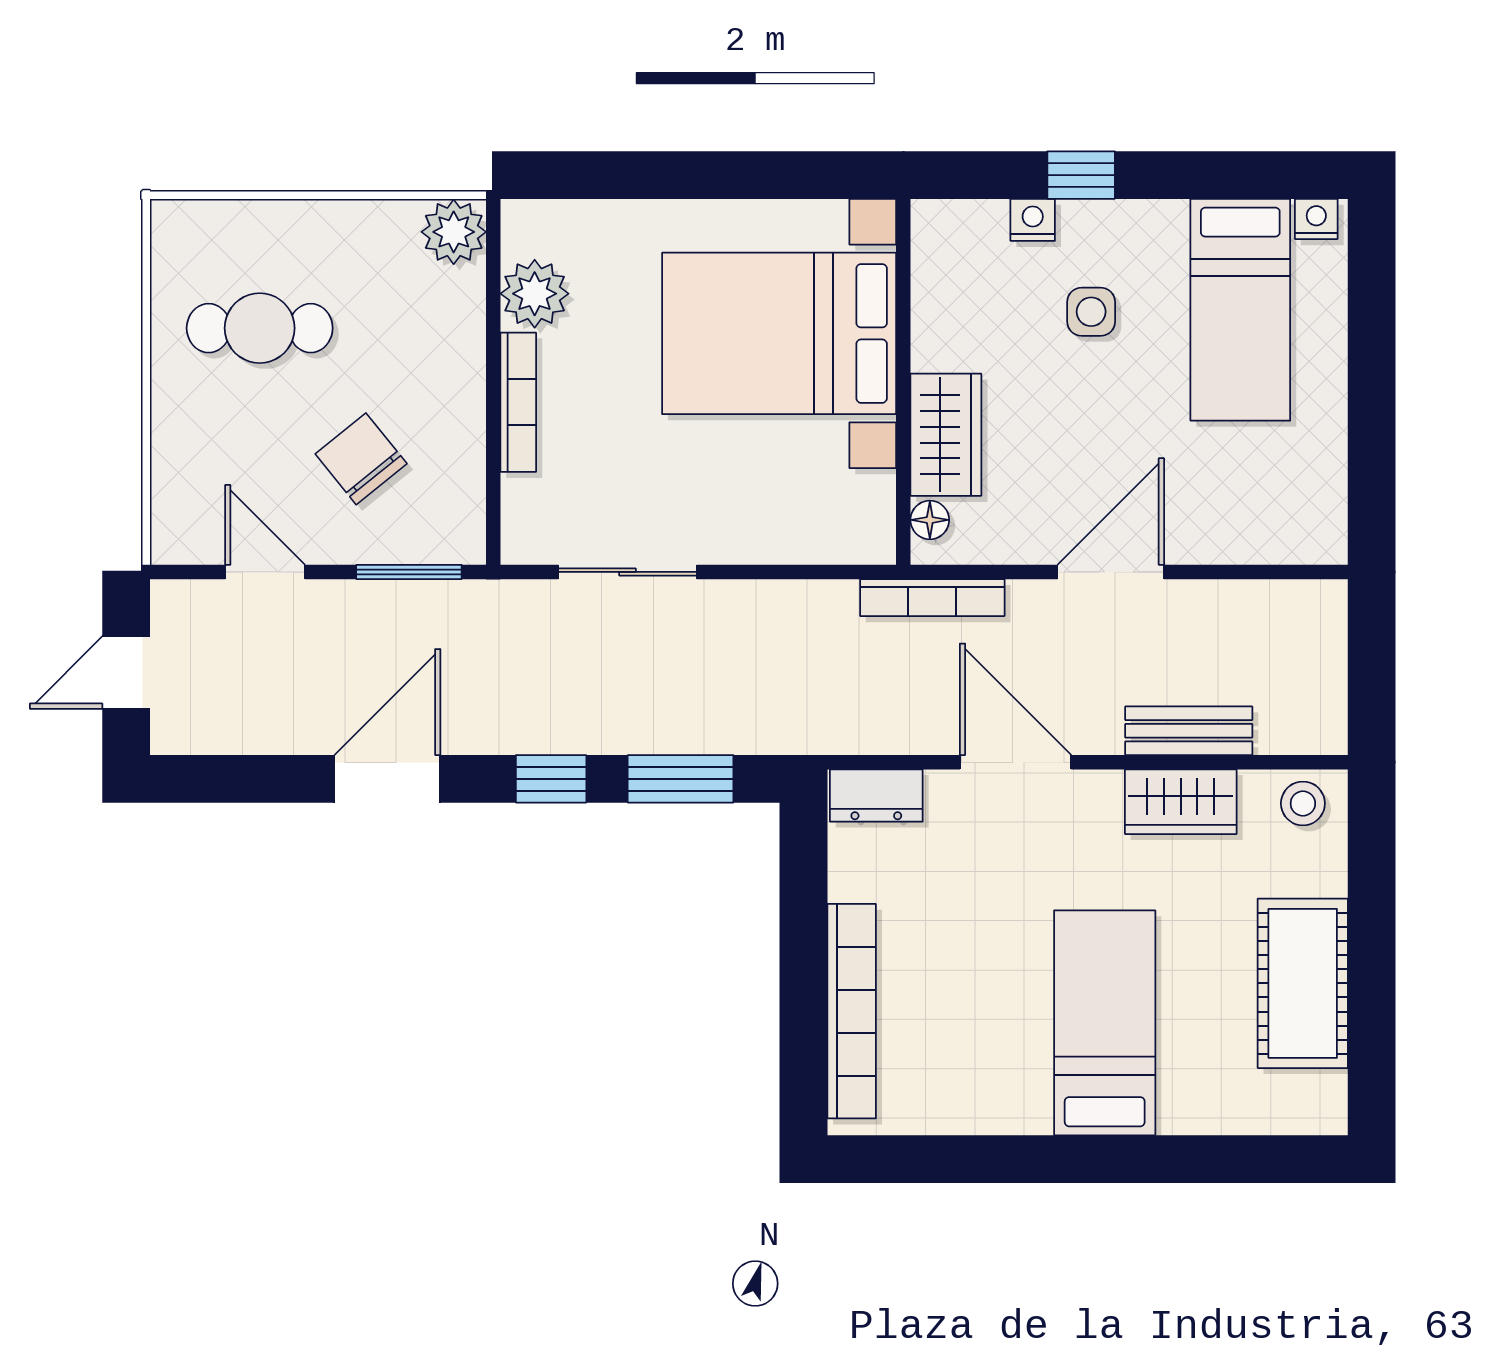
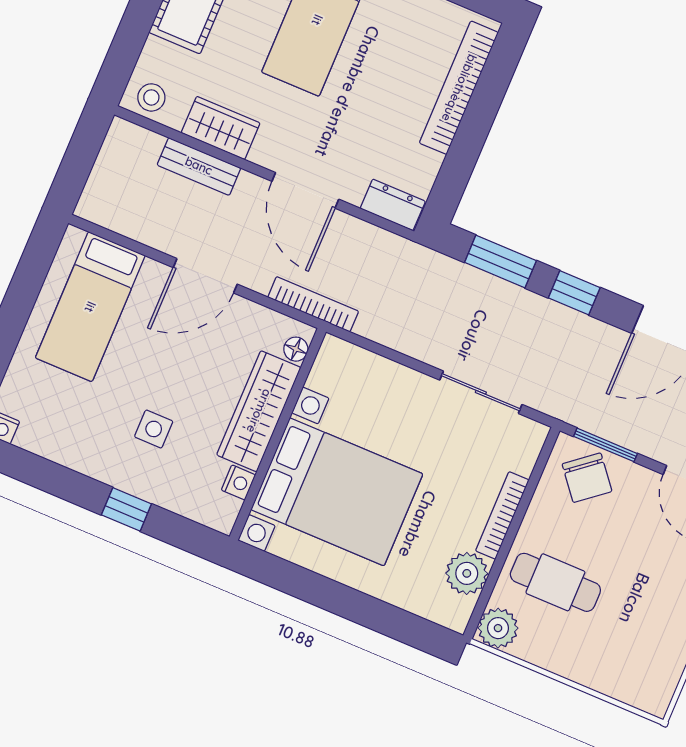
nightstand: (1033, 220) -> (238, 482), moved, turned -90
bed: (1240, 310) -> (90, 307), moved, turned 180
cafe table: (260, 328) -> (555, 582), moved
wardrobe: (946, 435) -> (259, 411), width x1.50
chair: (361, 459) -> (587, 478), moved

